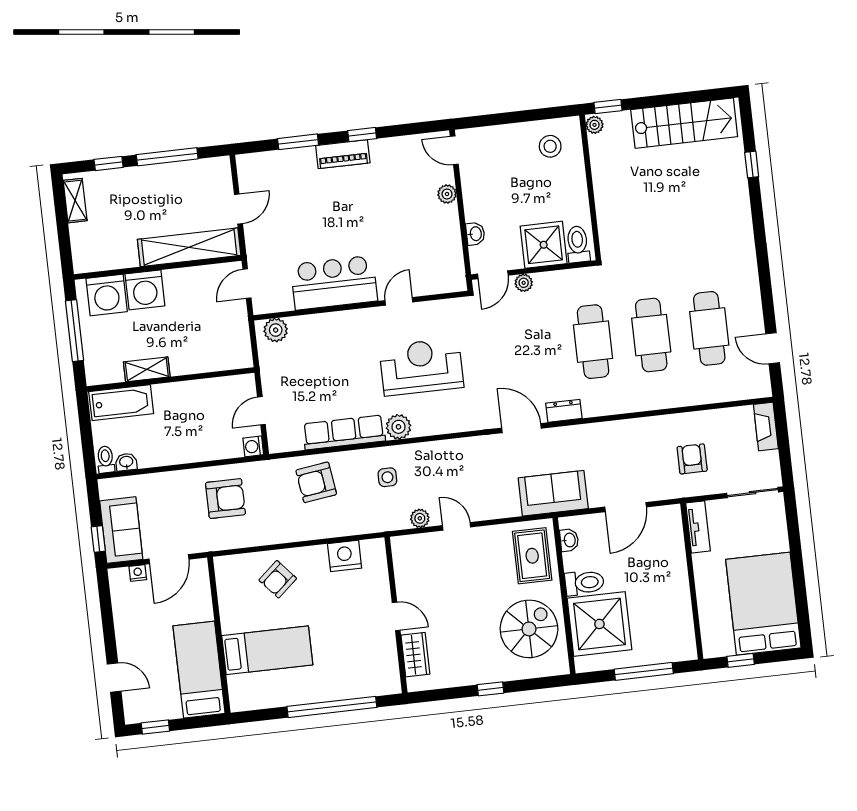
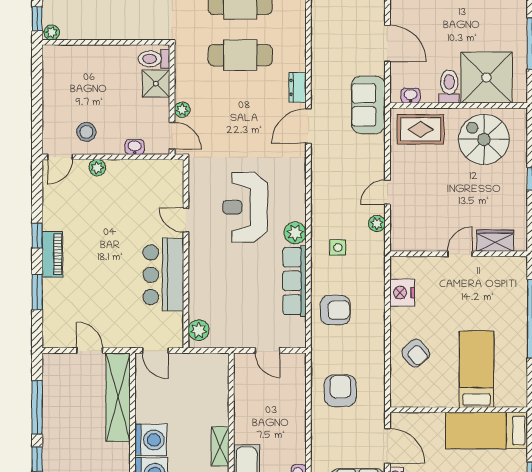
stool: (550, 146) -> (86, 132), moved
shower: (544, 245) -> (156, 84), width x0.73, depth x0.73
washing machine: (253, 446) -> (298, 361), removed
armchair: (316, 482) -> (335, 310), turned -82

